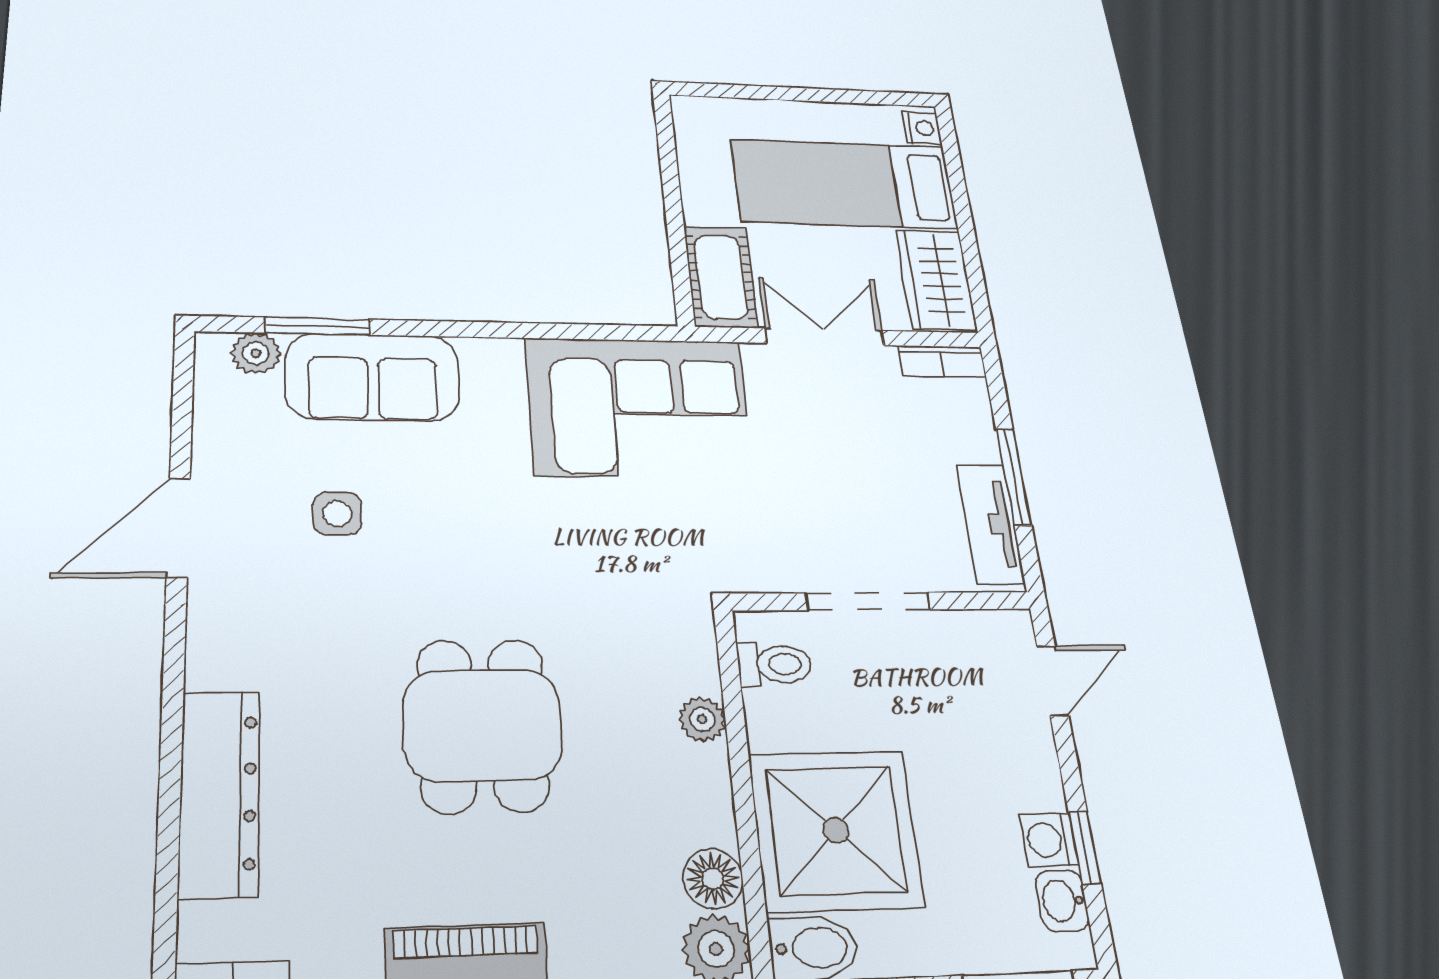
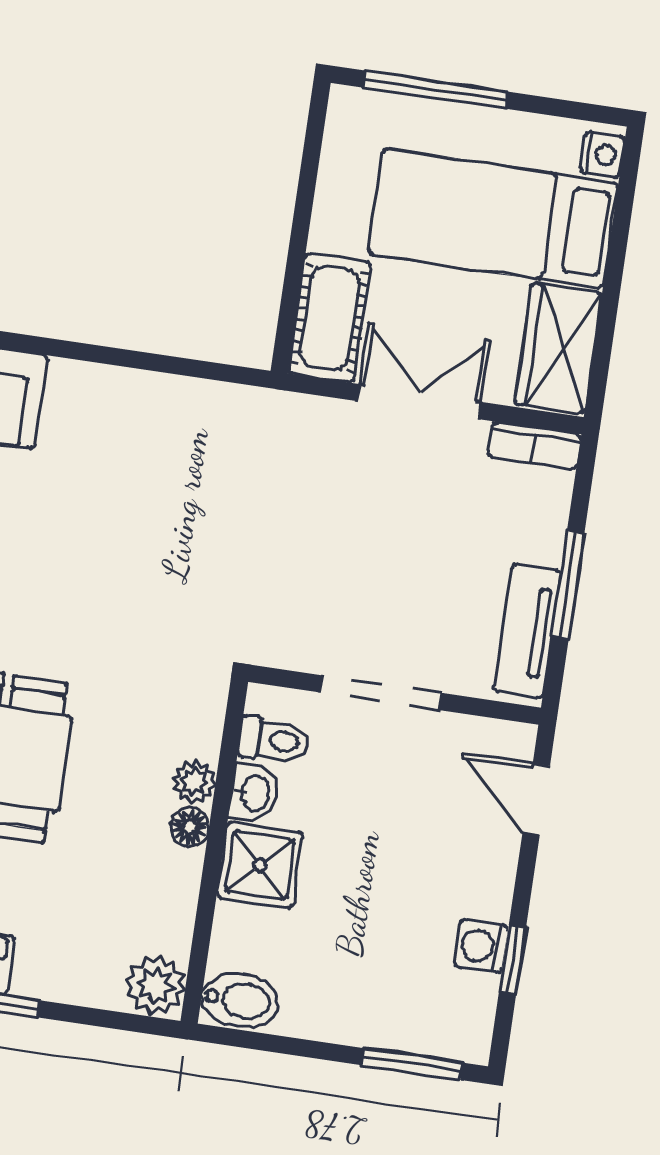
window: (763, 93) -> (435, 90), added
corner sofa: (639, 407) -> (210, 457), removed
door: (1053, 681) -> (536, 799), swing flipped
shower: (836, 830) -> (260, 865), width x0.54, depth x0.54
floor lamp: (713, 879) -> (190, 827), moved, width x0.73, depth x0.73
washbasin: (1062, 901) -> (254, 793), moved, turned 180

